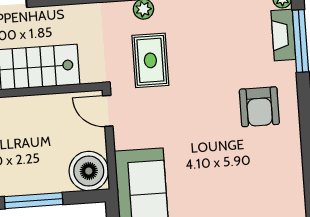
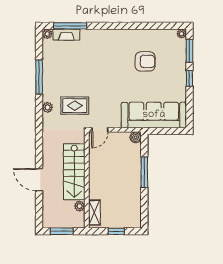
armchair: (259, 107) -> (145, 61), moved
boiler: (89, 171) -> (136, 137), width x0.54, depth x0.54

